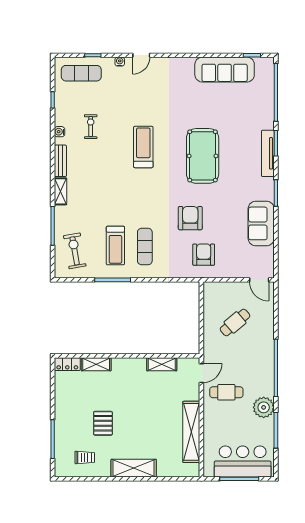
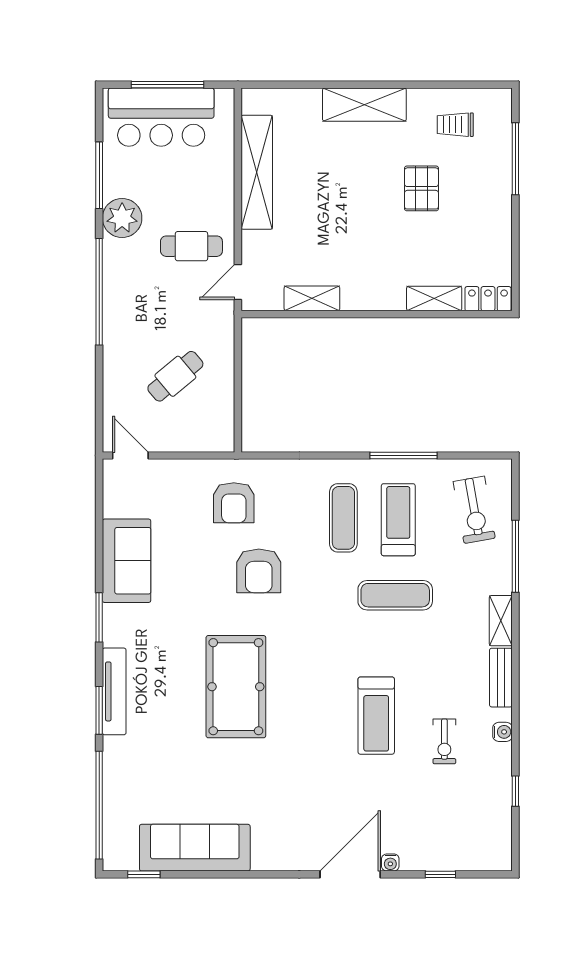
door: (141, 55) -> (350, 874), width x1.88
exercise mat: (81, 73) -> (395, 595), moved
treadmill: (143, 147) -> (376, 716), moved

